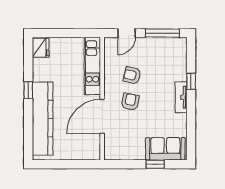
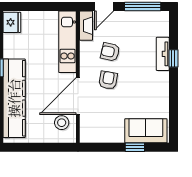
fireplace: (110, 51) -> (86, 26), added
tv unit: (181, 97) -> (163, 54), moved
stool: (87, 141) -> (62, 123), added

